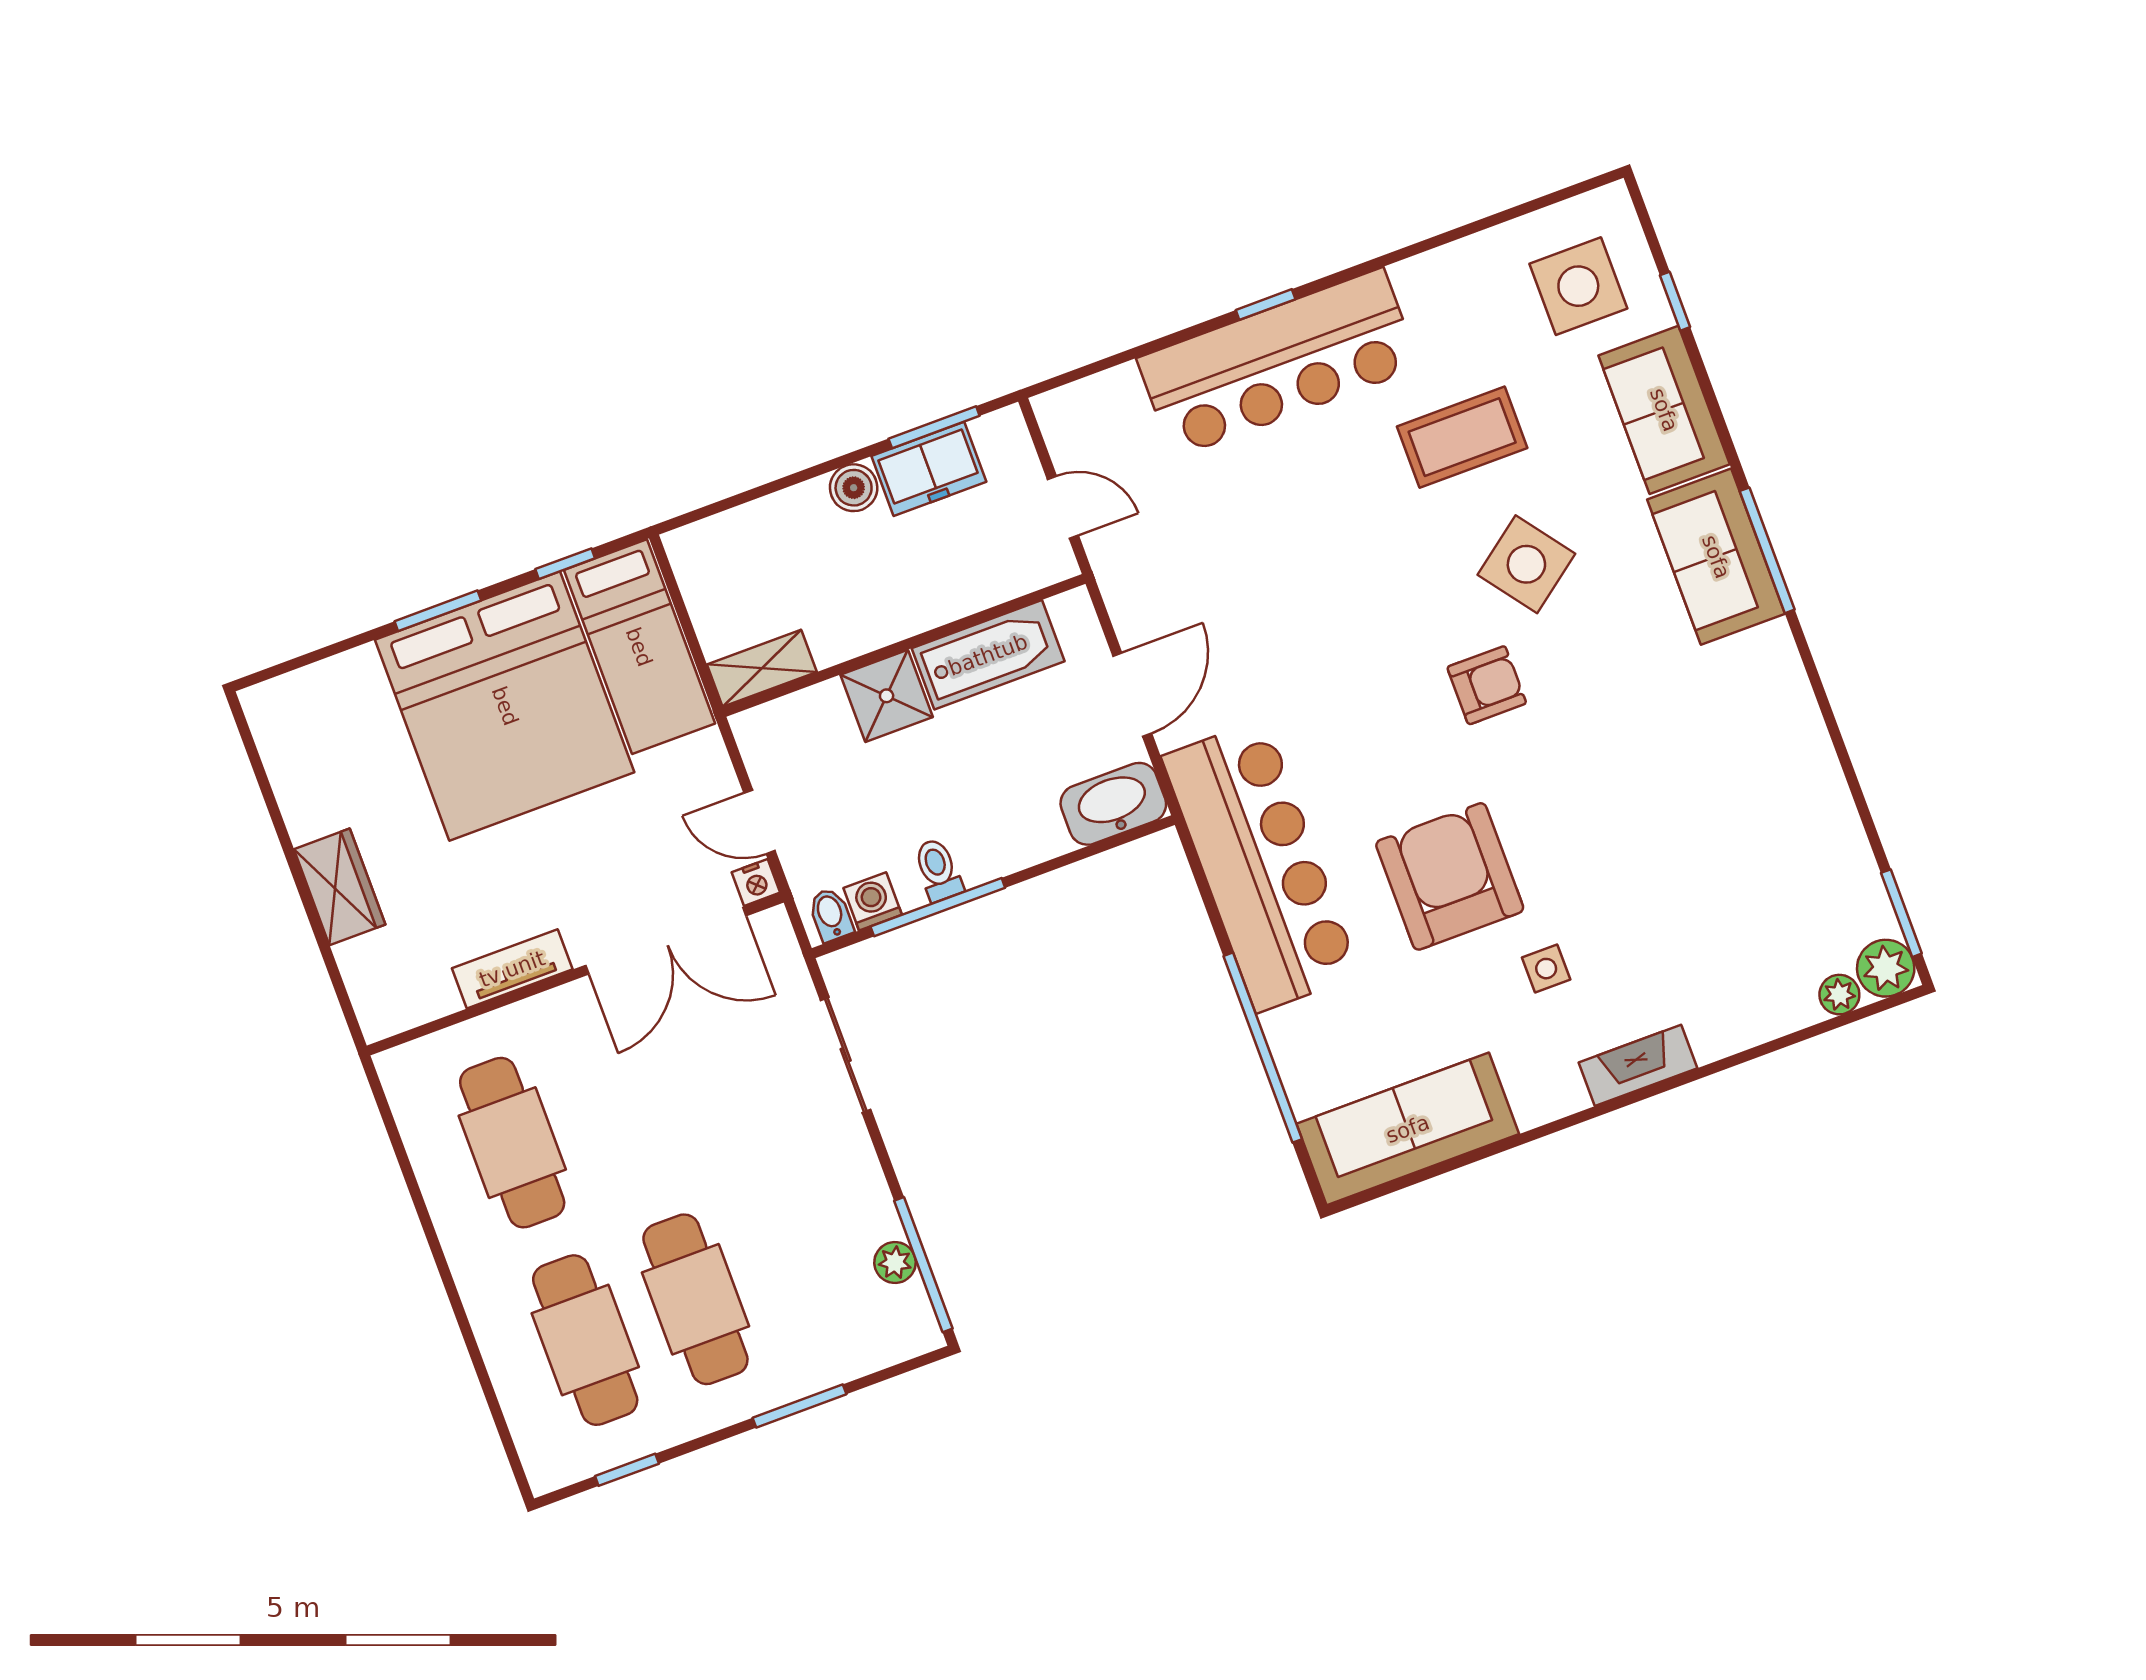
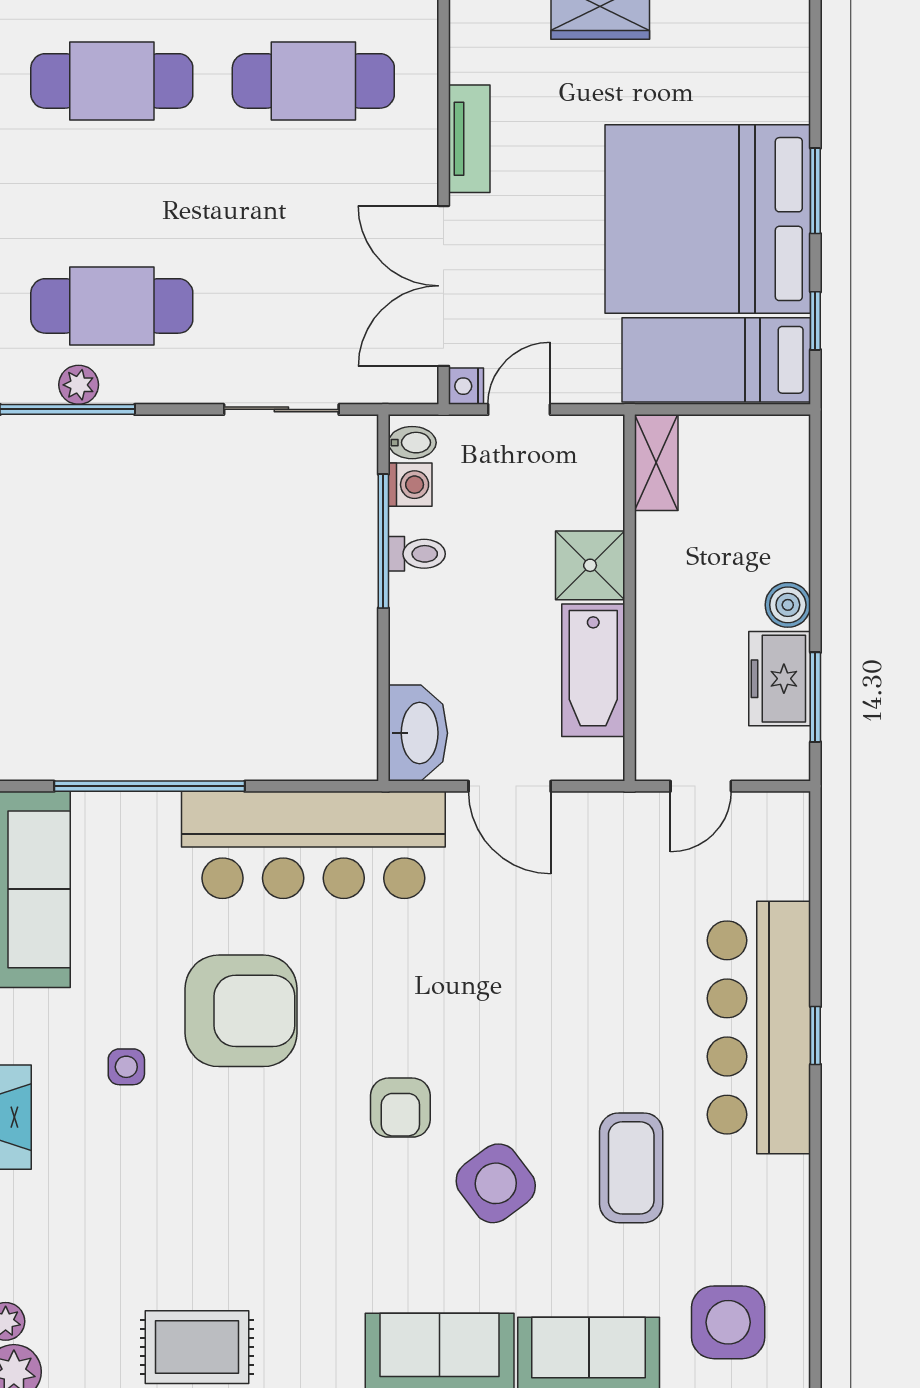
rug: (1795, 798) -> (197, 1347), added
cafe table: (695, 1299) -> (112, 306), moved

